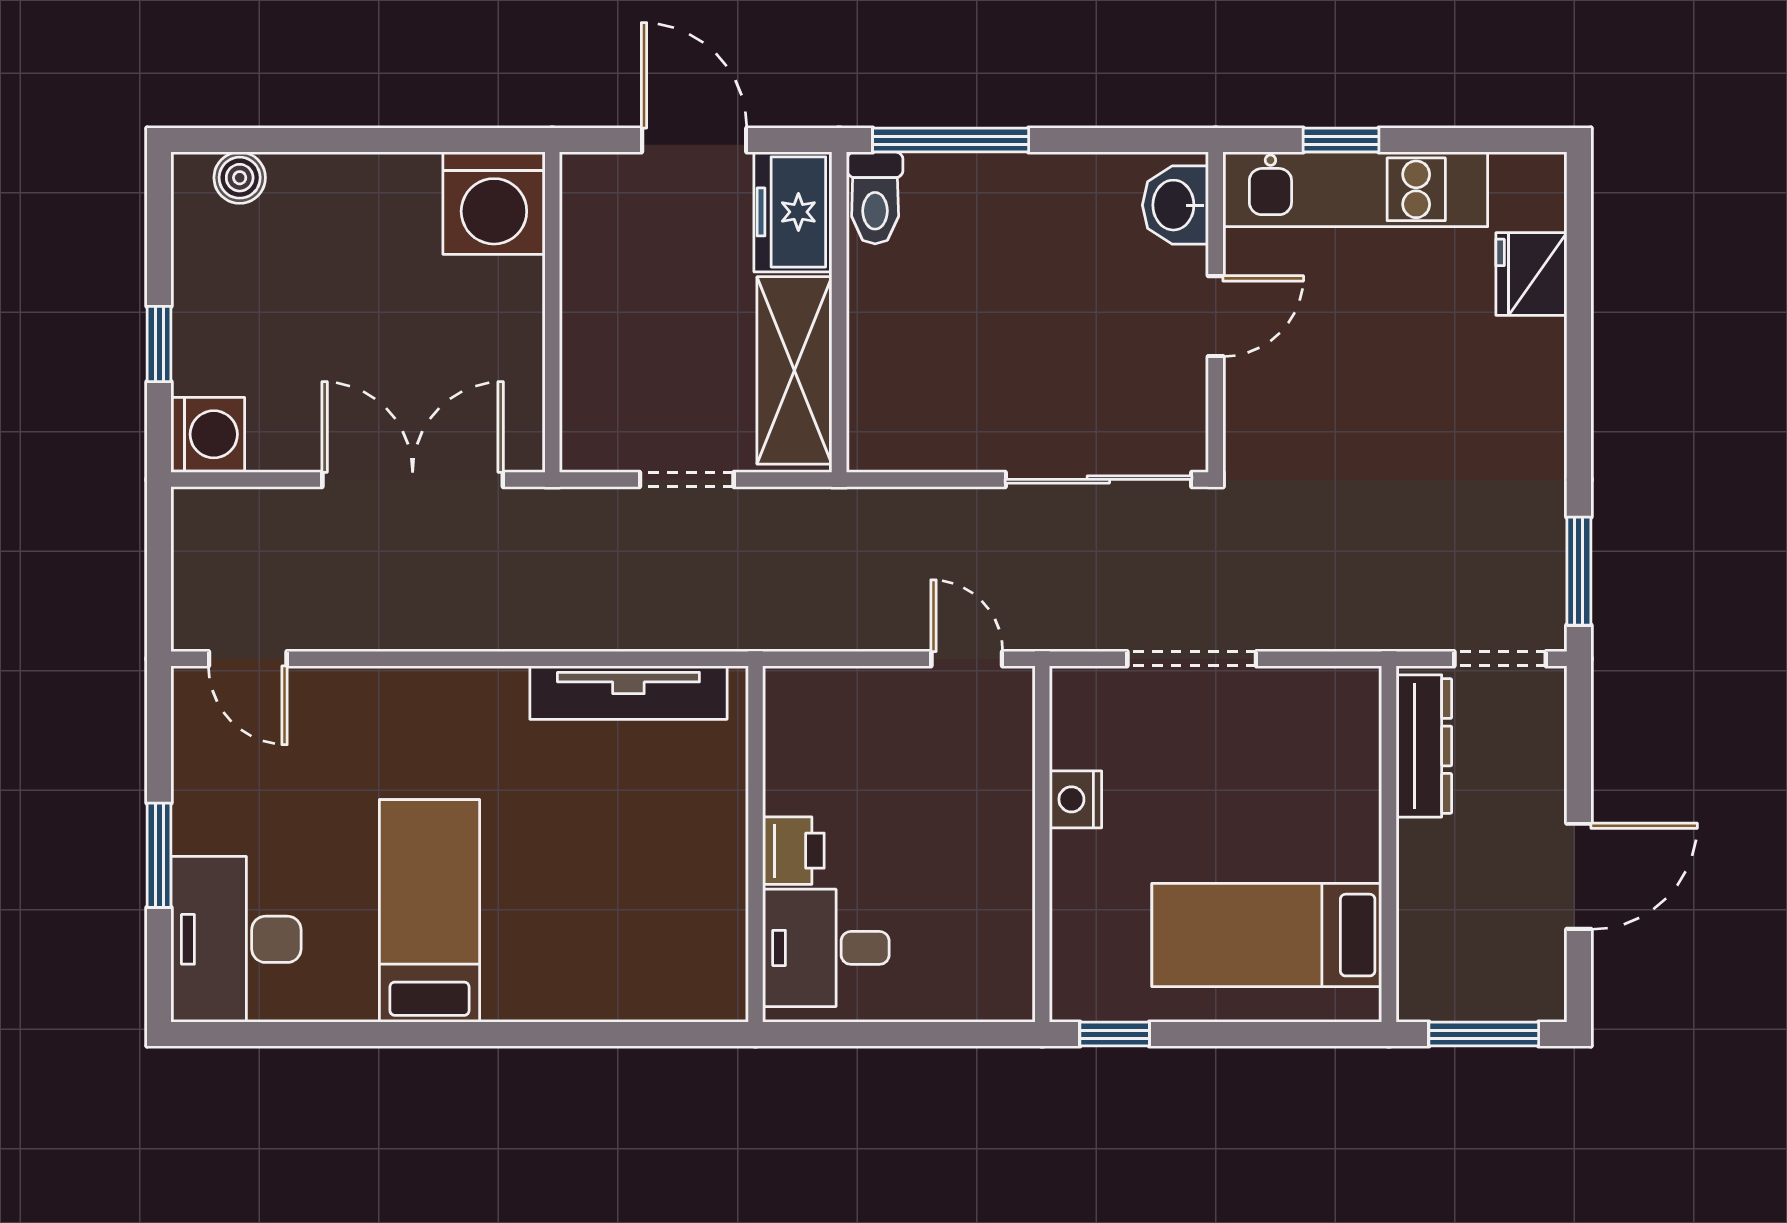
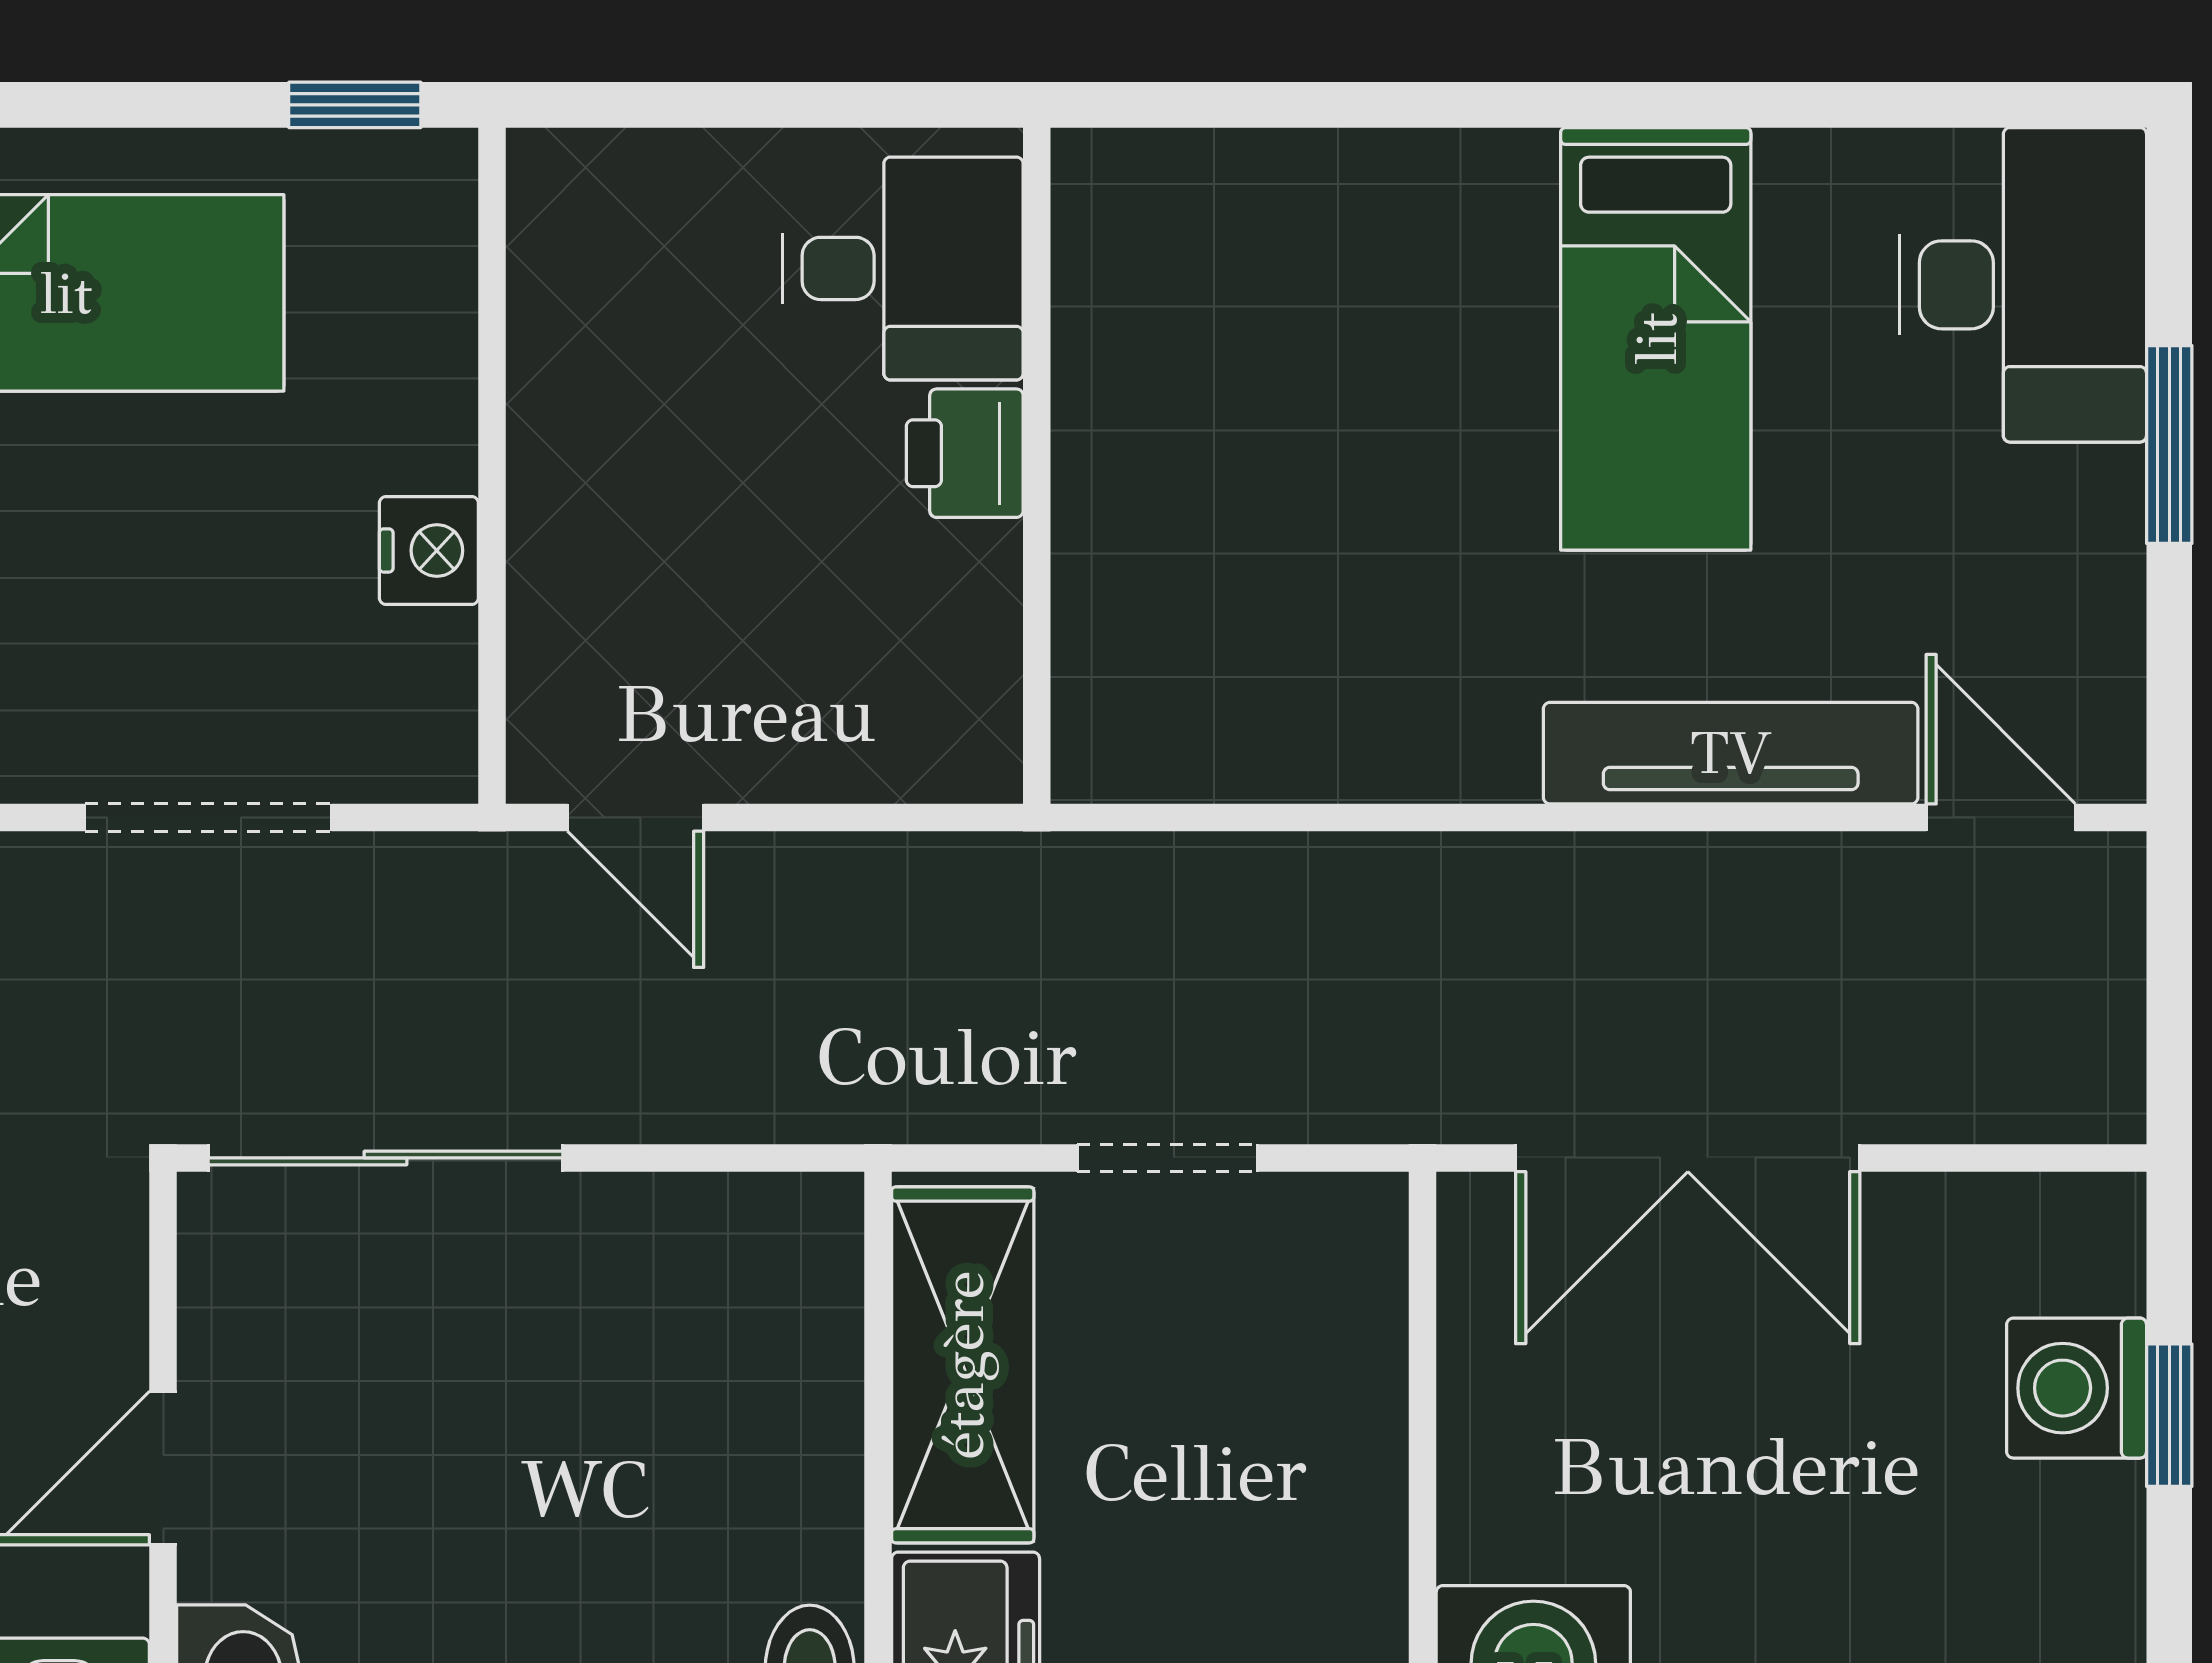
washing machine: (208, 434) -> (2077, 1388), moved
tv unit: (628, 693) -> (1731, 753), moved

